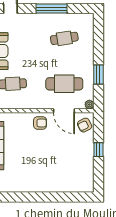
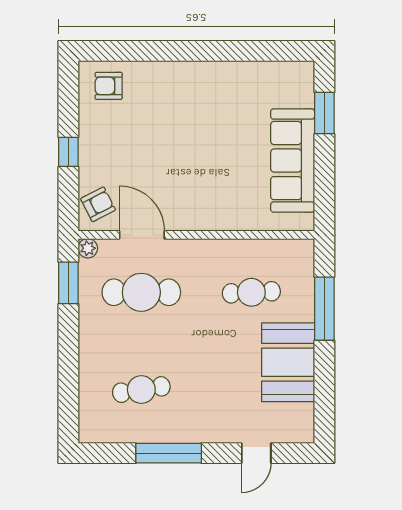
window: (98, 75) -> (68, 283), moved
armchair: (40, 123) -> (109, 86), moved

